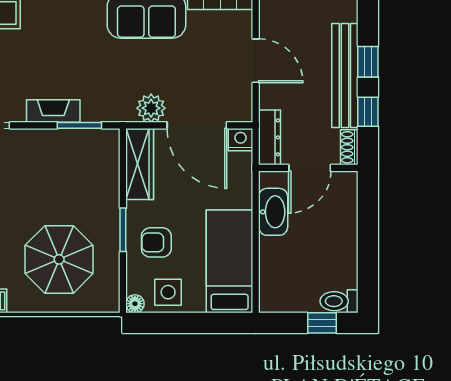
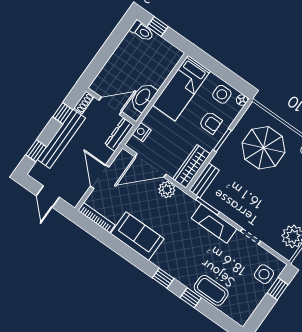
window: (368, 62) -> (36, 151), moved
fireplace: (53, 111) -> (214, 224), width x1.37, depth x1.32
door: (197, 125) -> (151, 165), swing flipped
nightstand: (240, 140) -> (142, 132), moved, turned 90
bench: (109, 157) -> (204, 180), added

